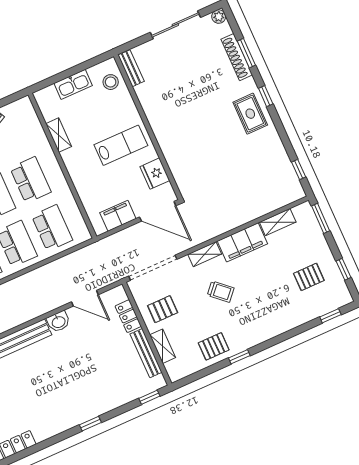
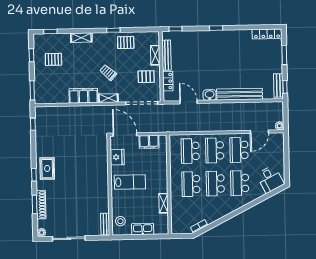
lab bench: (121, 145) -> (130, 182), turned 180
shelving: (278, 222) -> (81, 38), moved

